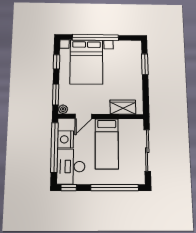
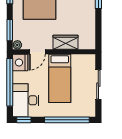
wardrobe: (123, 107) -> (65, 42), moved
nightstand: (65, 139) -> (20, 63), moved
sliding door: (147, 150) -> (98, 85), width x0.73

